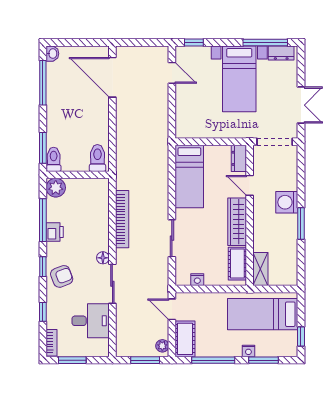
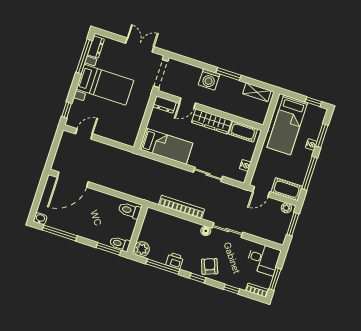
shelving: (260, 269) -> (257, 92), moved
desk: (91, 321) -> (263, 259), moved, turned 90

